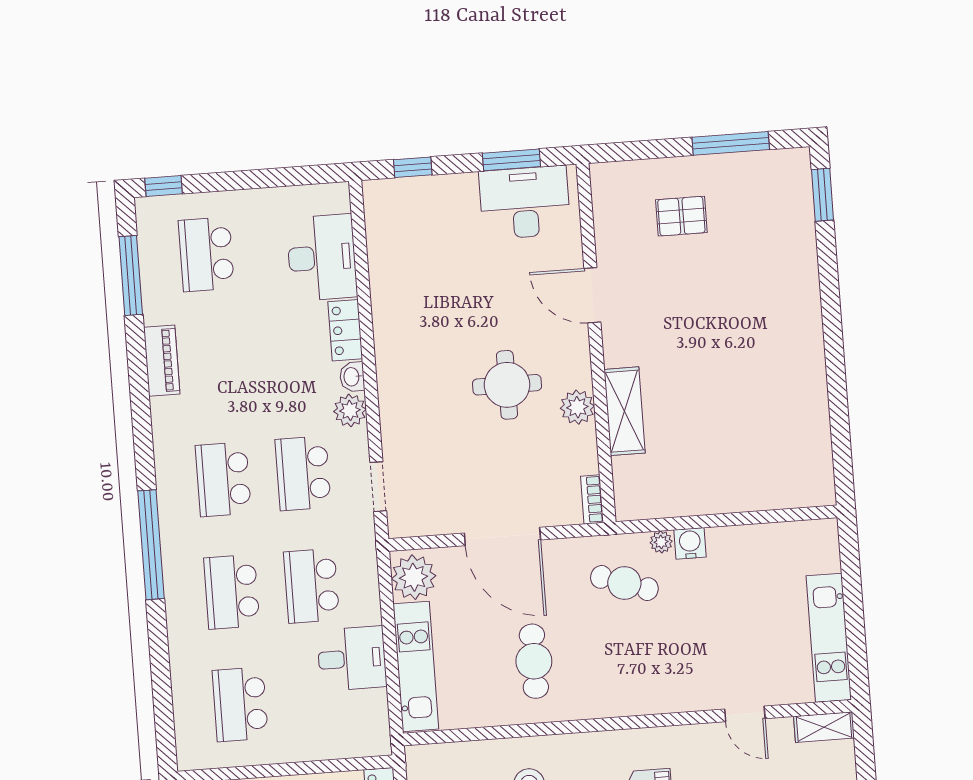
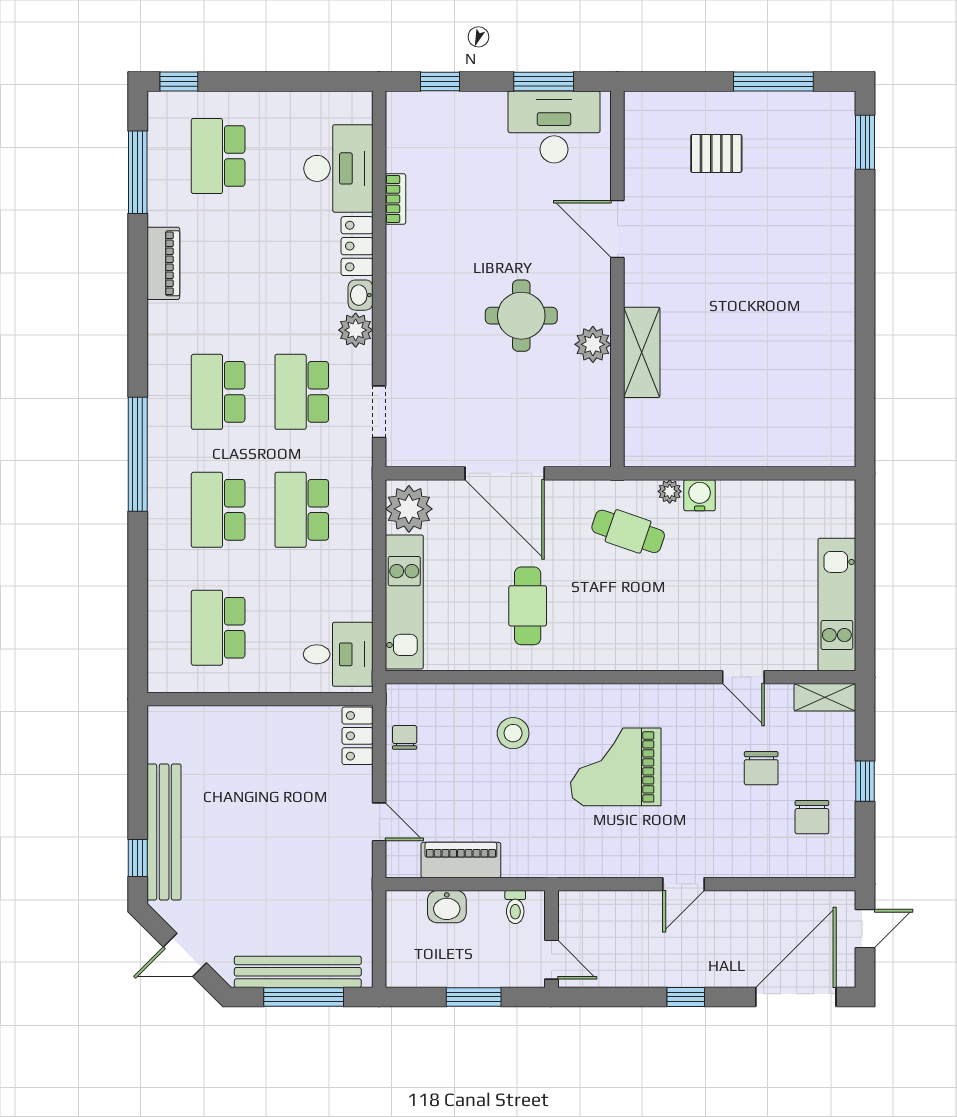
bookcase: (592, 499) -> (395, 199), moved, turned 180
desk: (352, 659) -> (338, 654), moved

